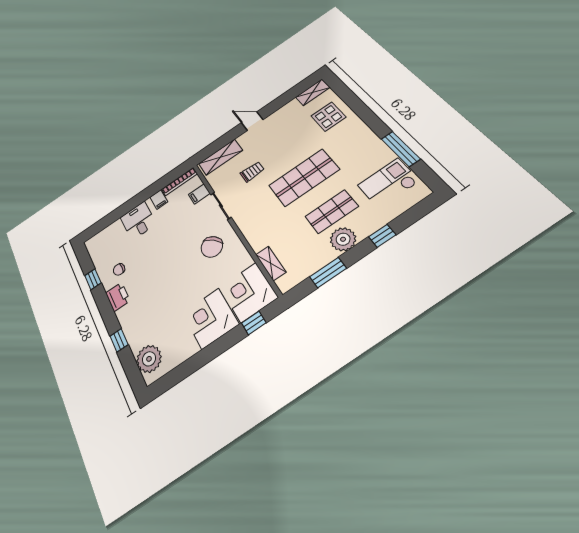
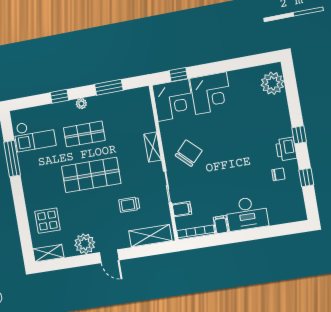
plant: (281, 118) -> (85, 244), added
desk: (138, 221) -> (247, 214), width x1.37
plant: (343, 239) -> (81, 104), width x0.53, depth x0.53
shelving: (271, 263) -> (153, 147), moved
window: (119, 340) -> (299, 135), moved

